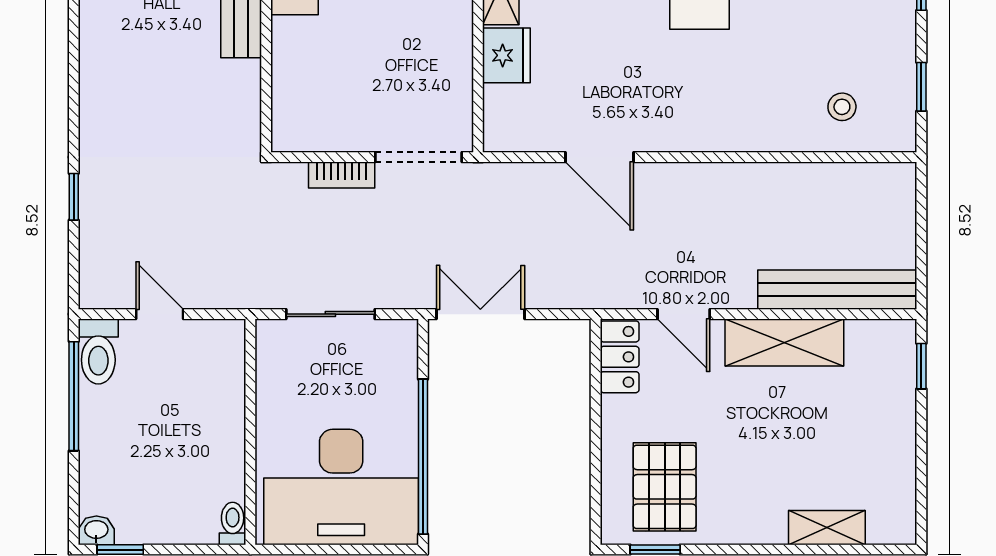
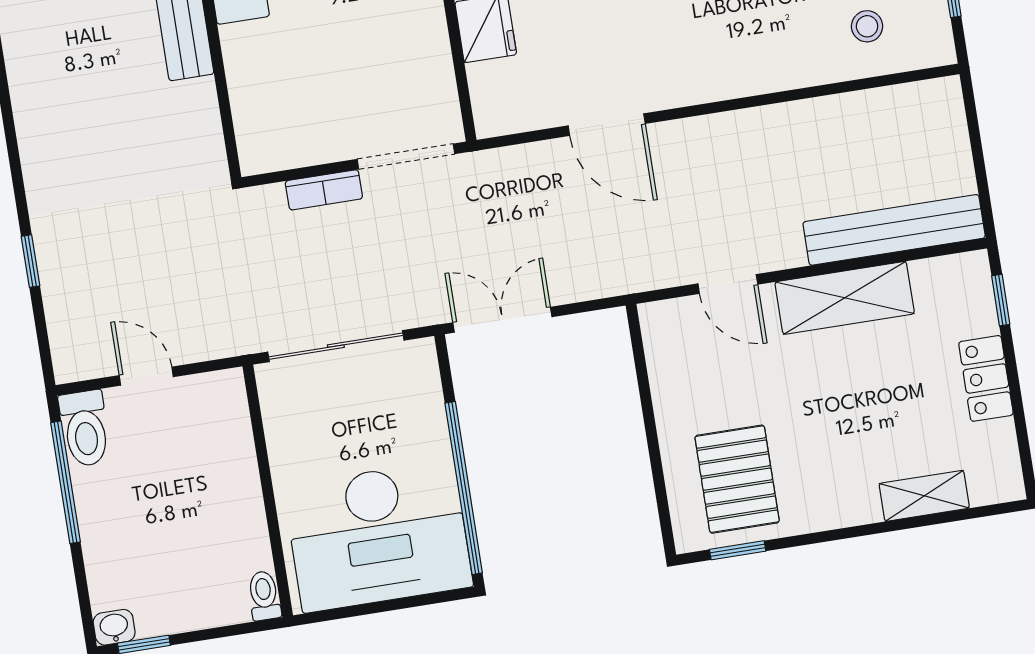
sliding door: (330, 314) -> (336, 346), width x1.37
locker: (620, 357) -> (986, 378), moved, turned 180

